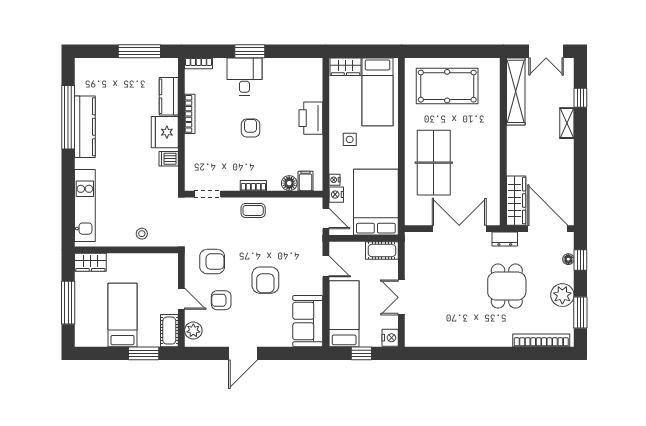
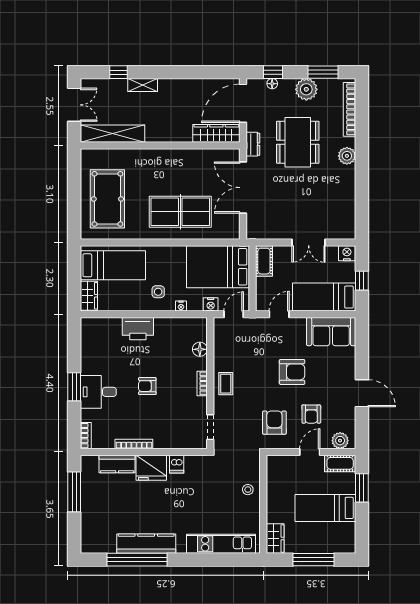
nightstand: (335, 180) -> (181, 306), moved
filing cabinet: (306, 181) -> (198, 334), removed
dining table: (507, 286) -> (298, 142), width x1.38
plant: (493, 338) -> (347, 156), added

